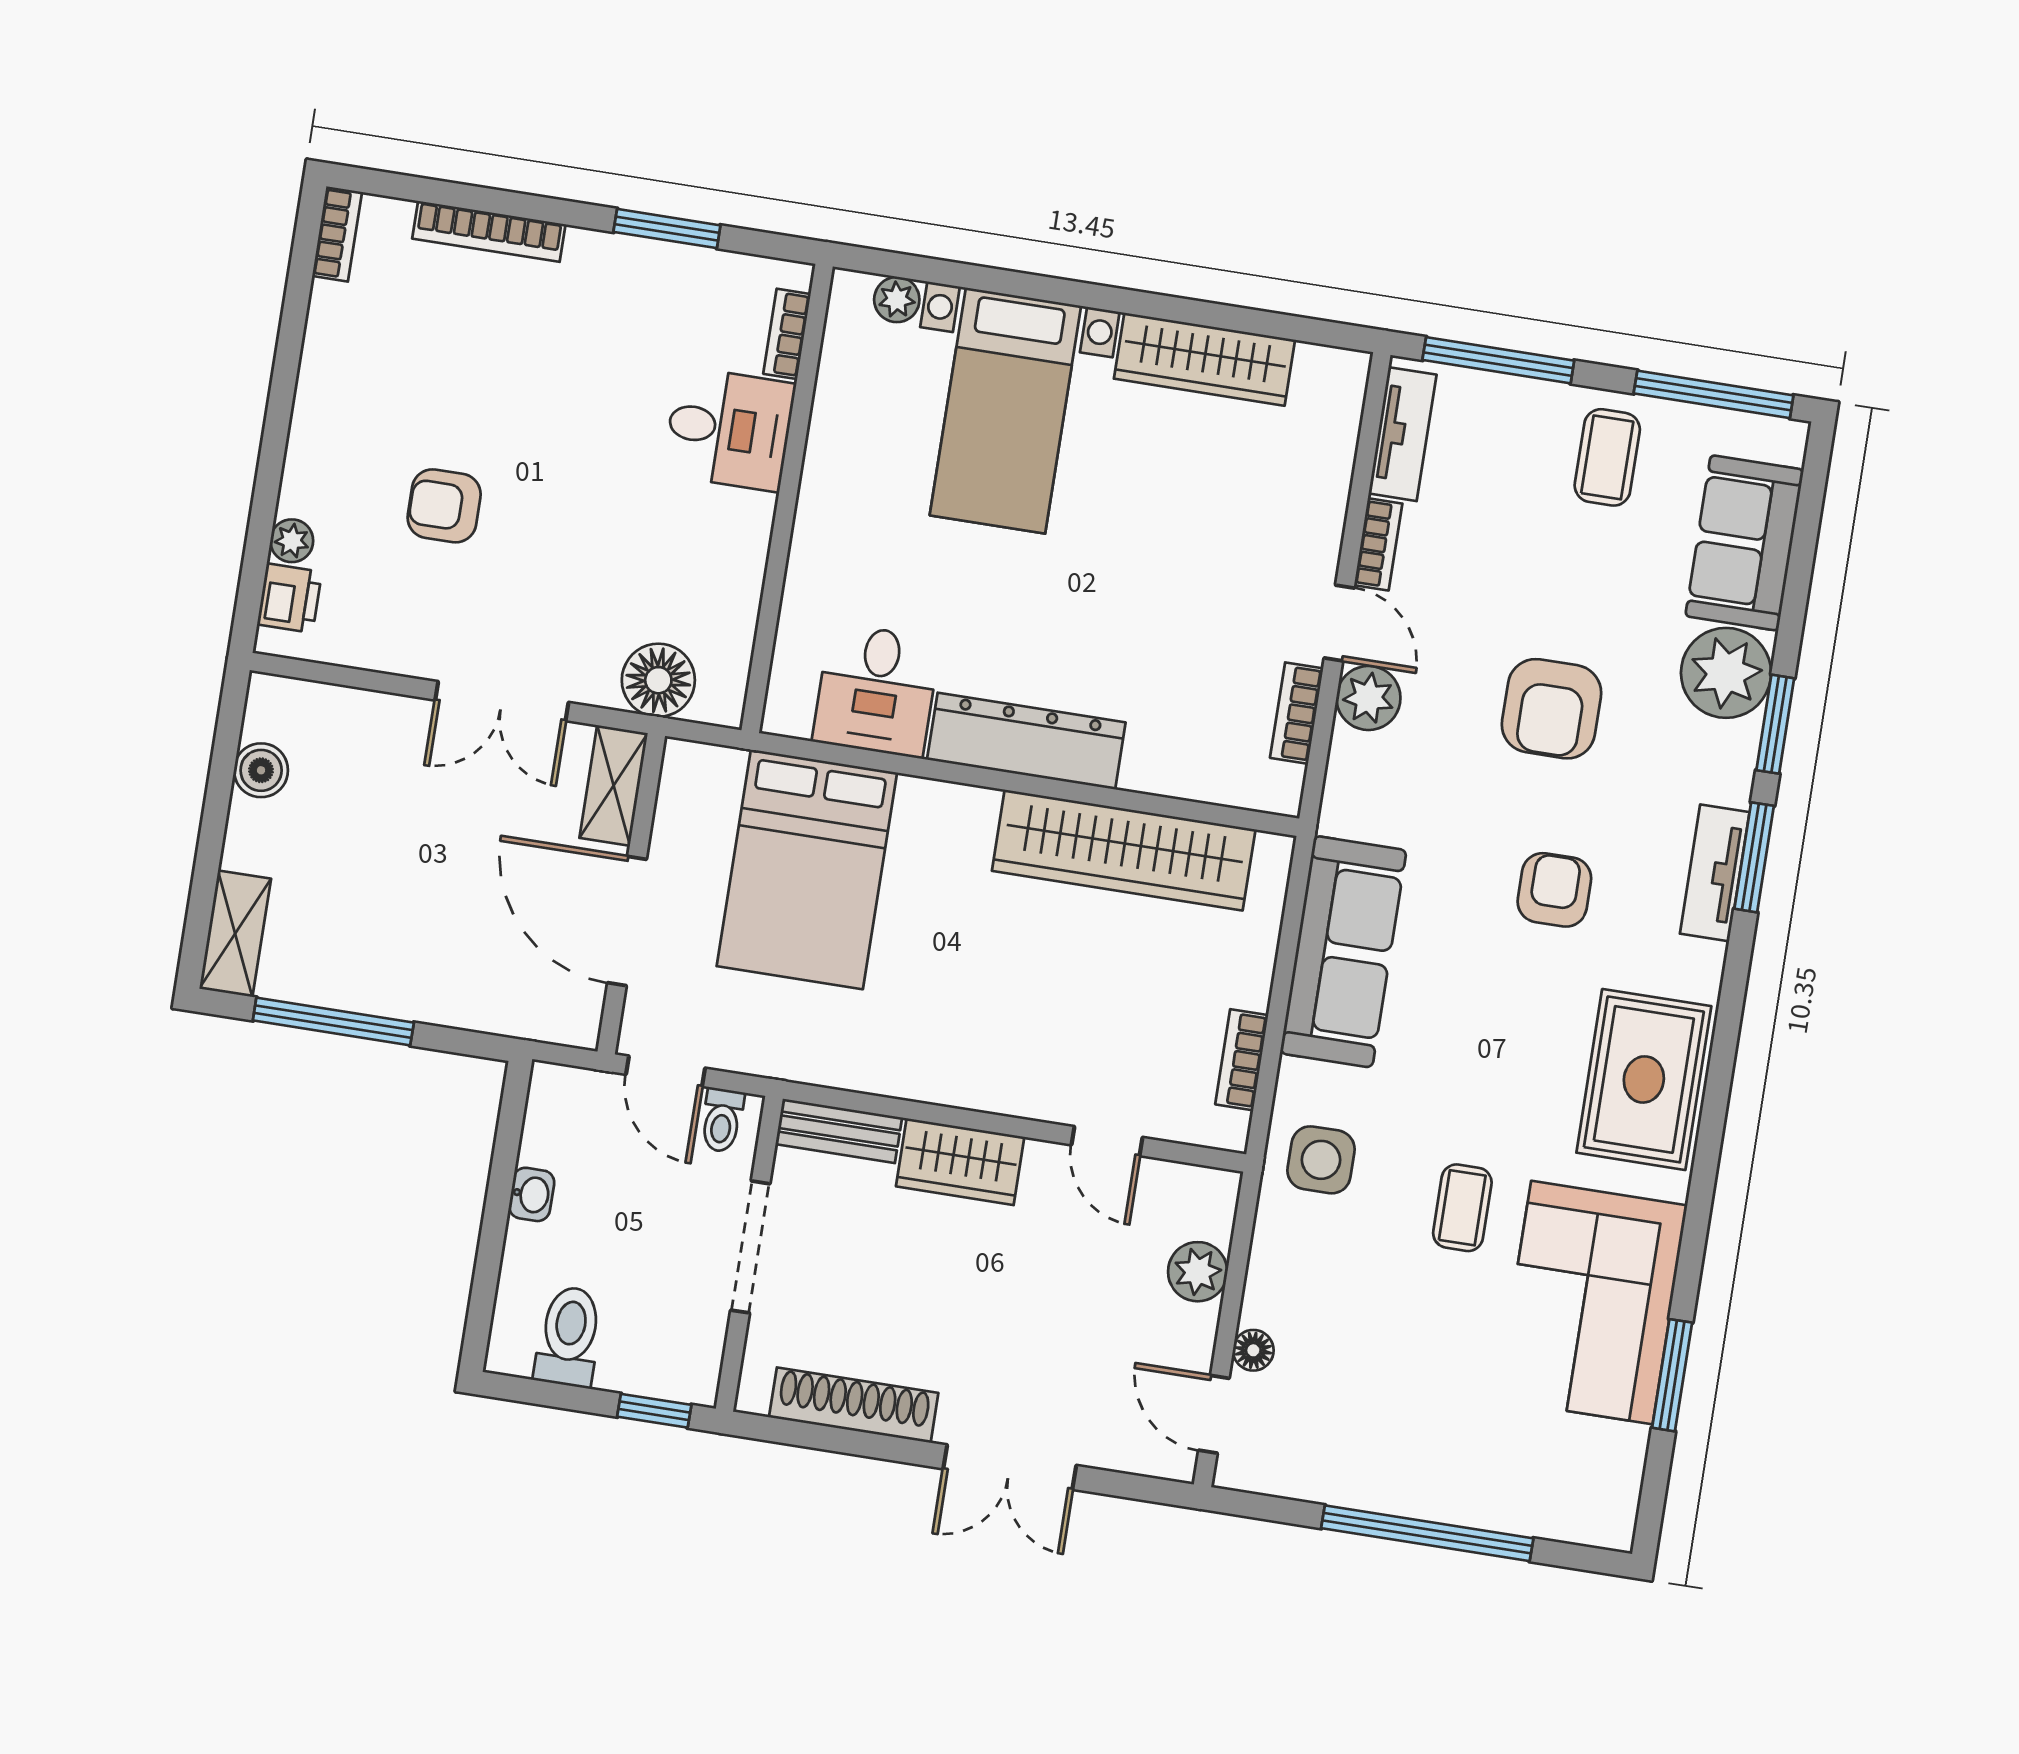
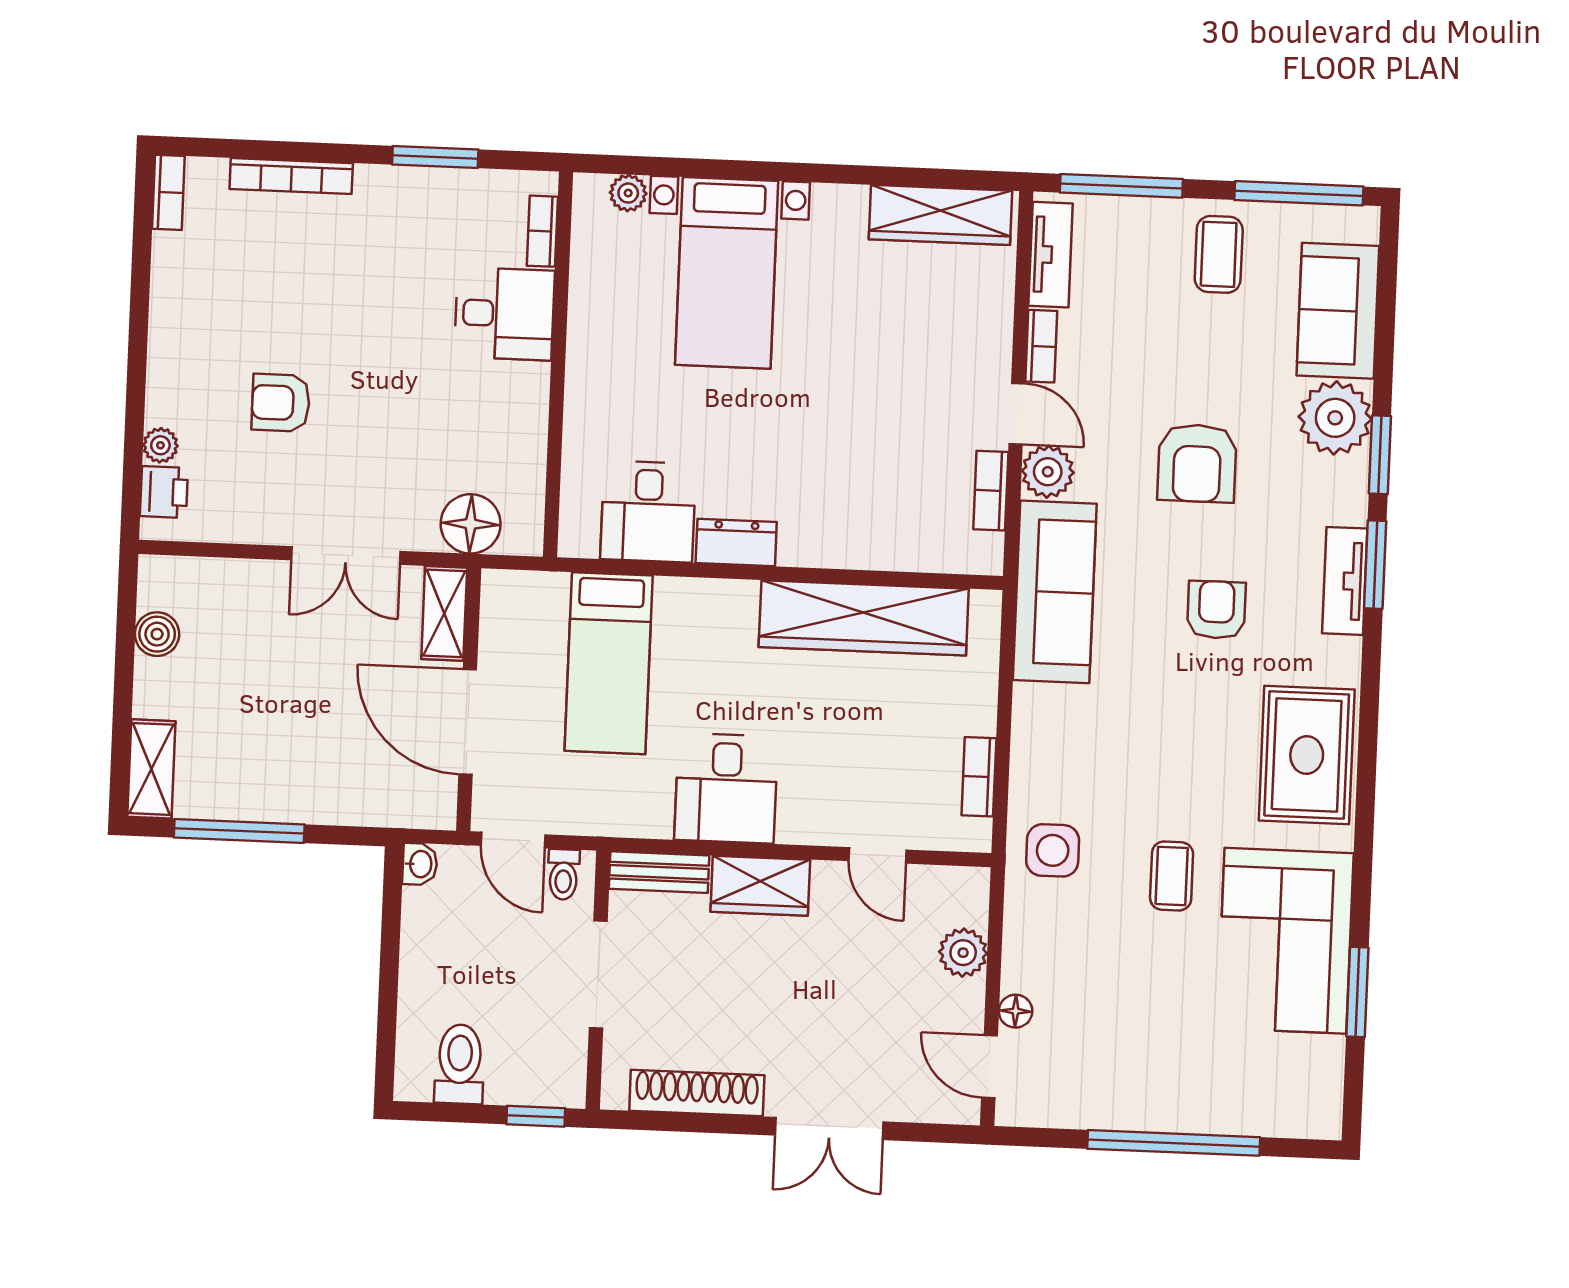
wardrobe: (1204, 359) -> (940, 215), moved
dresser: (1026, 741) -> (736, 543), width x0.51, depth x0.80
bed: (807, 869) -> (609, 663), width x0.67
sofa: (1343, 952) -> (1055, 592), moved
desk: (932, 1038) -> (726, 788), added
washbasin: (532, 1194) -> (420, 864), moved

